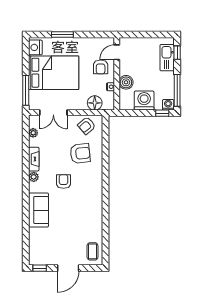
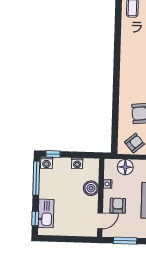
window: (93, 34) -> (125, 241), added
washing machine: (144, 101) -> (77, 163), width x0.53, depth x0.53

